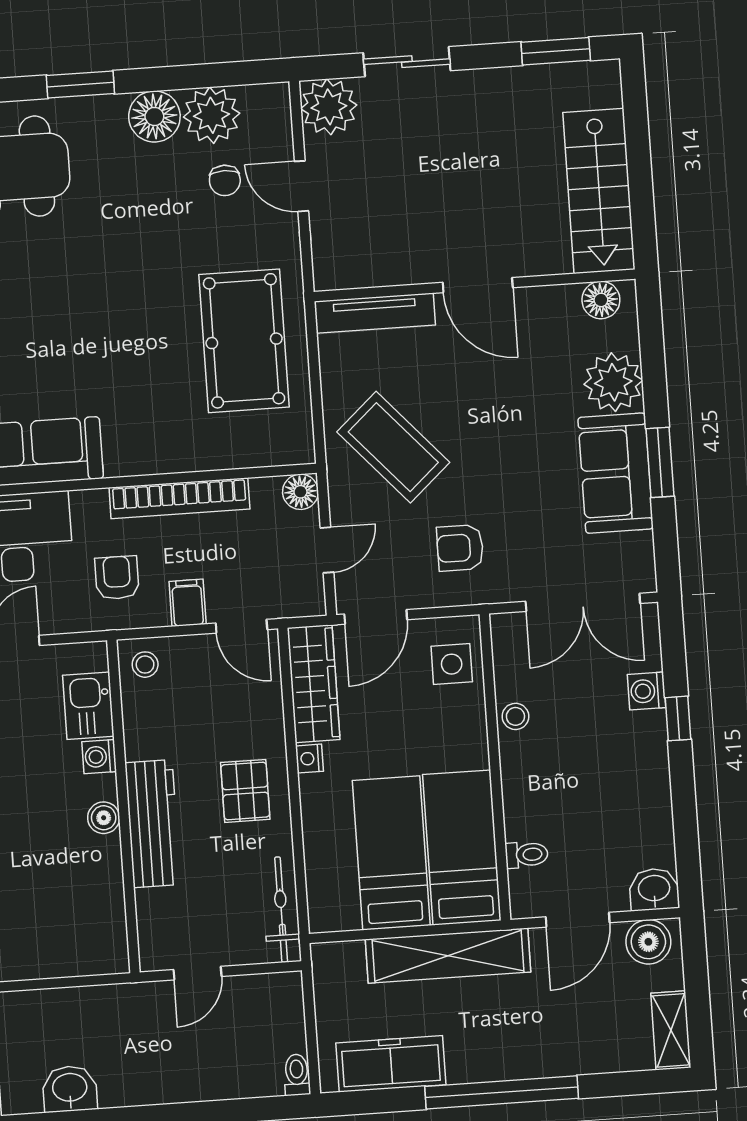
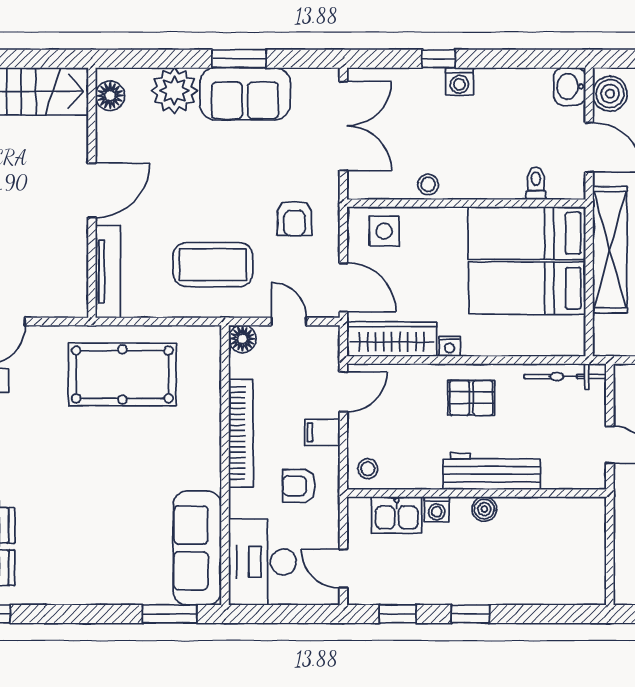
coffee table: (393, 447) -> (213, 265), turned 42
washing machine: (646, 691) -> (459, 82), moved

